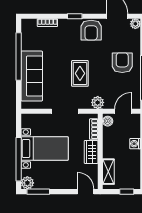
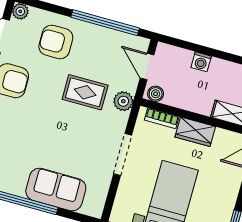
armchair: (122, 63) -> (56, 42), moved
rug: (80, 73) -> (85, 92), moved
sofa: (32, 76) -> (56, 190), width x0.73

